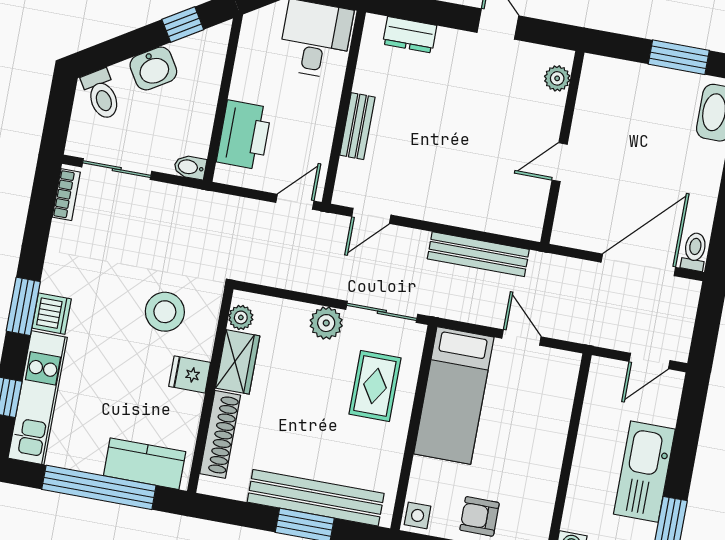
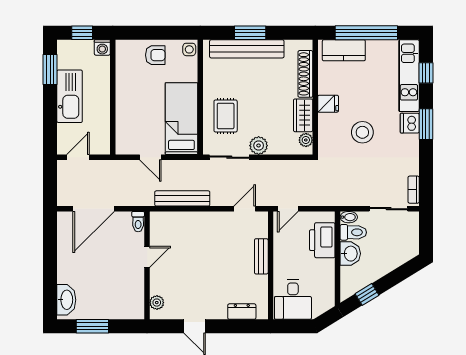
washbasin: (153, 68) -> (350, 254), moved, turned 122
toilet: (102, 94) -> (353, 232), moved, turned 122
toilet: (694, 252) -> (138, 222), moved
stool: (165, 312) -> (362, 132), moved

